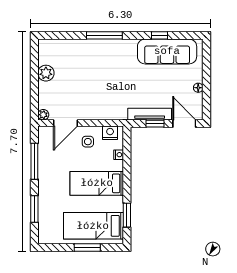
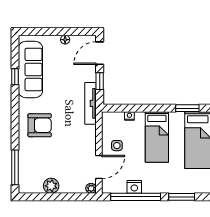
window: (104, 35) -> (15, 167), moved
armchair: (109, 61) -> (40, 125), added
tv unit: (150, 114) -> (91, 103), moved
door: (65, 123) -> (99, 167), hinge flipped
nightstand: (110, 133) -> (134, 187), moved, turned -90
window: (34, 161) -> (136, 197), width x1.46

